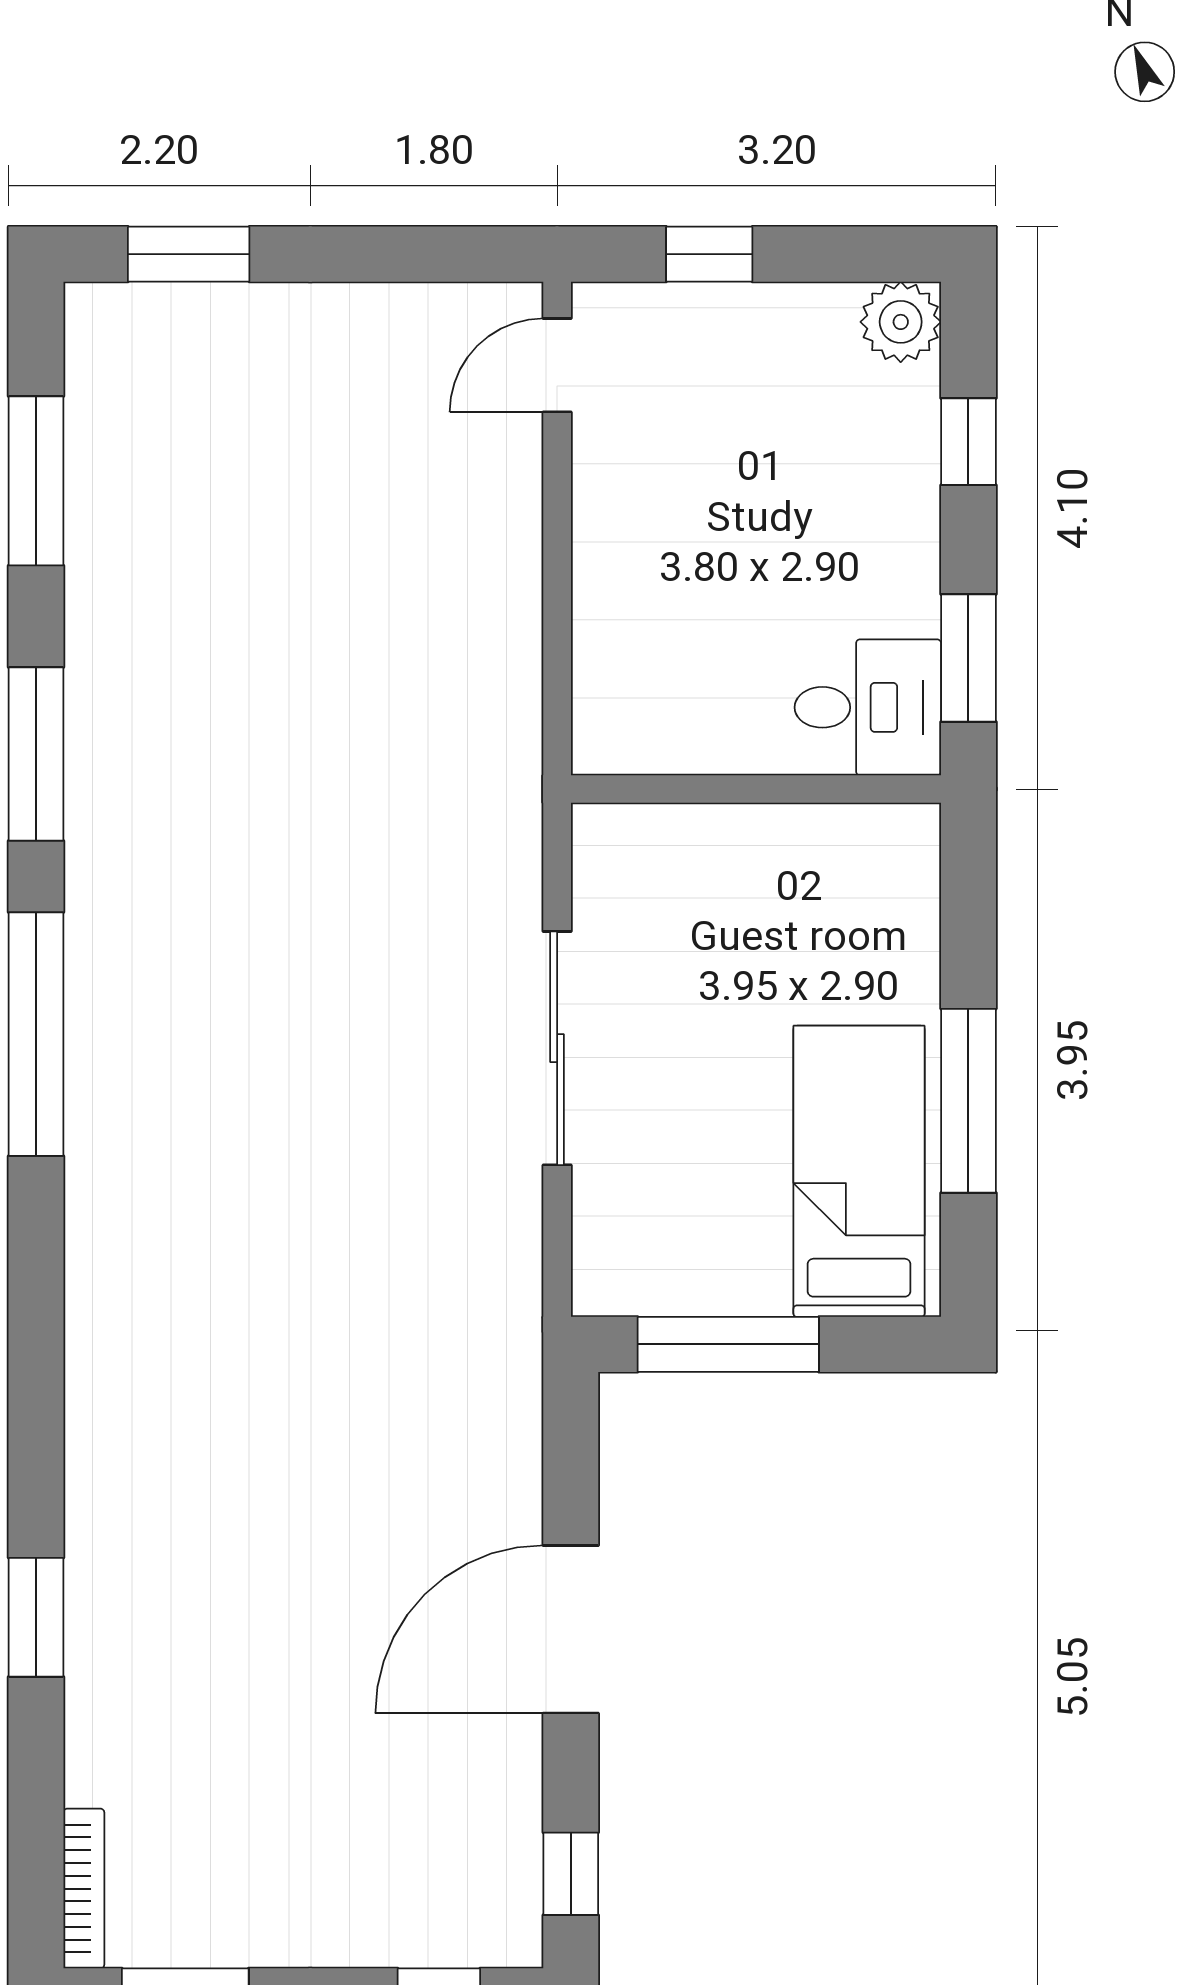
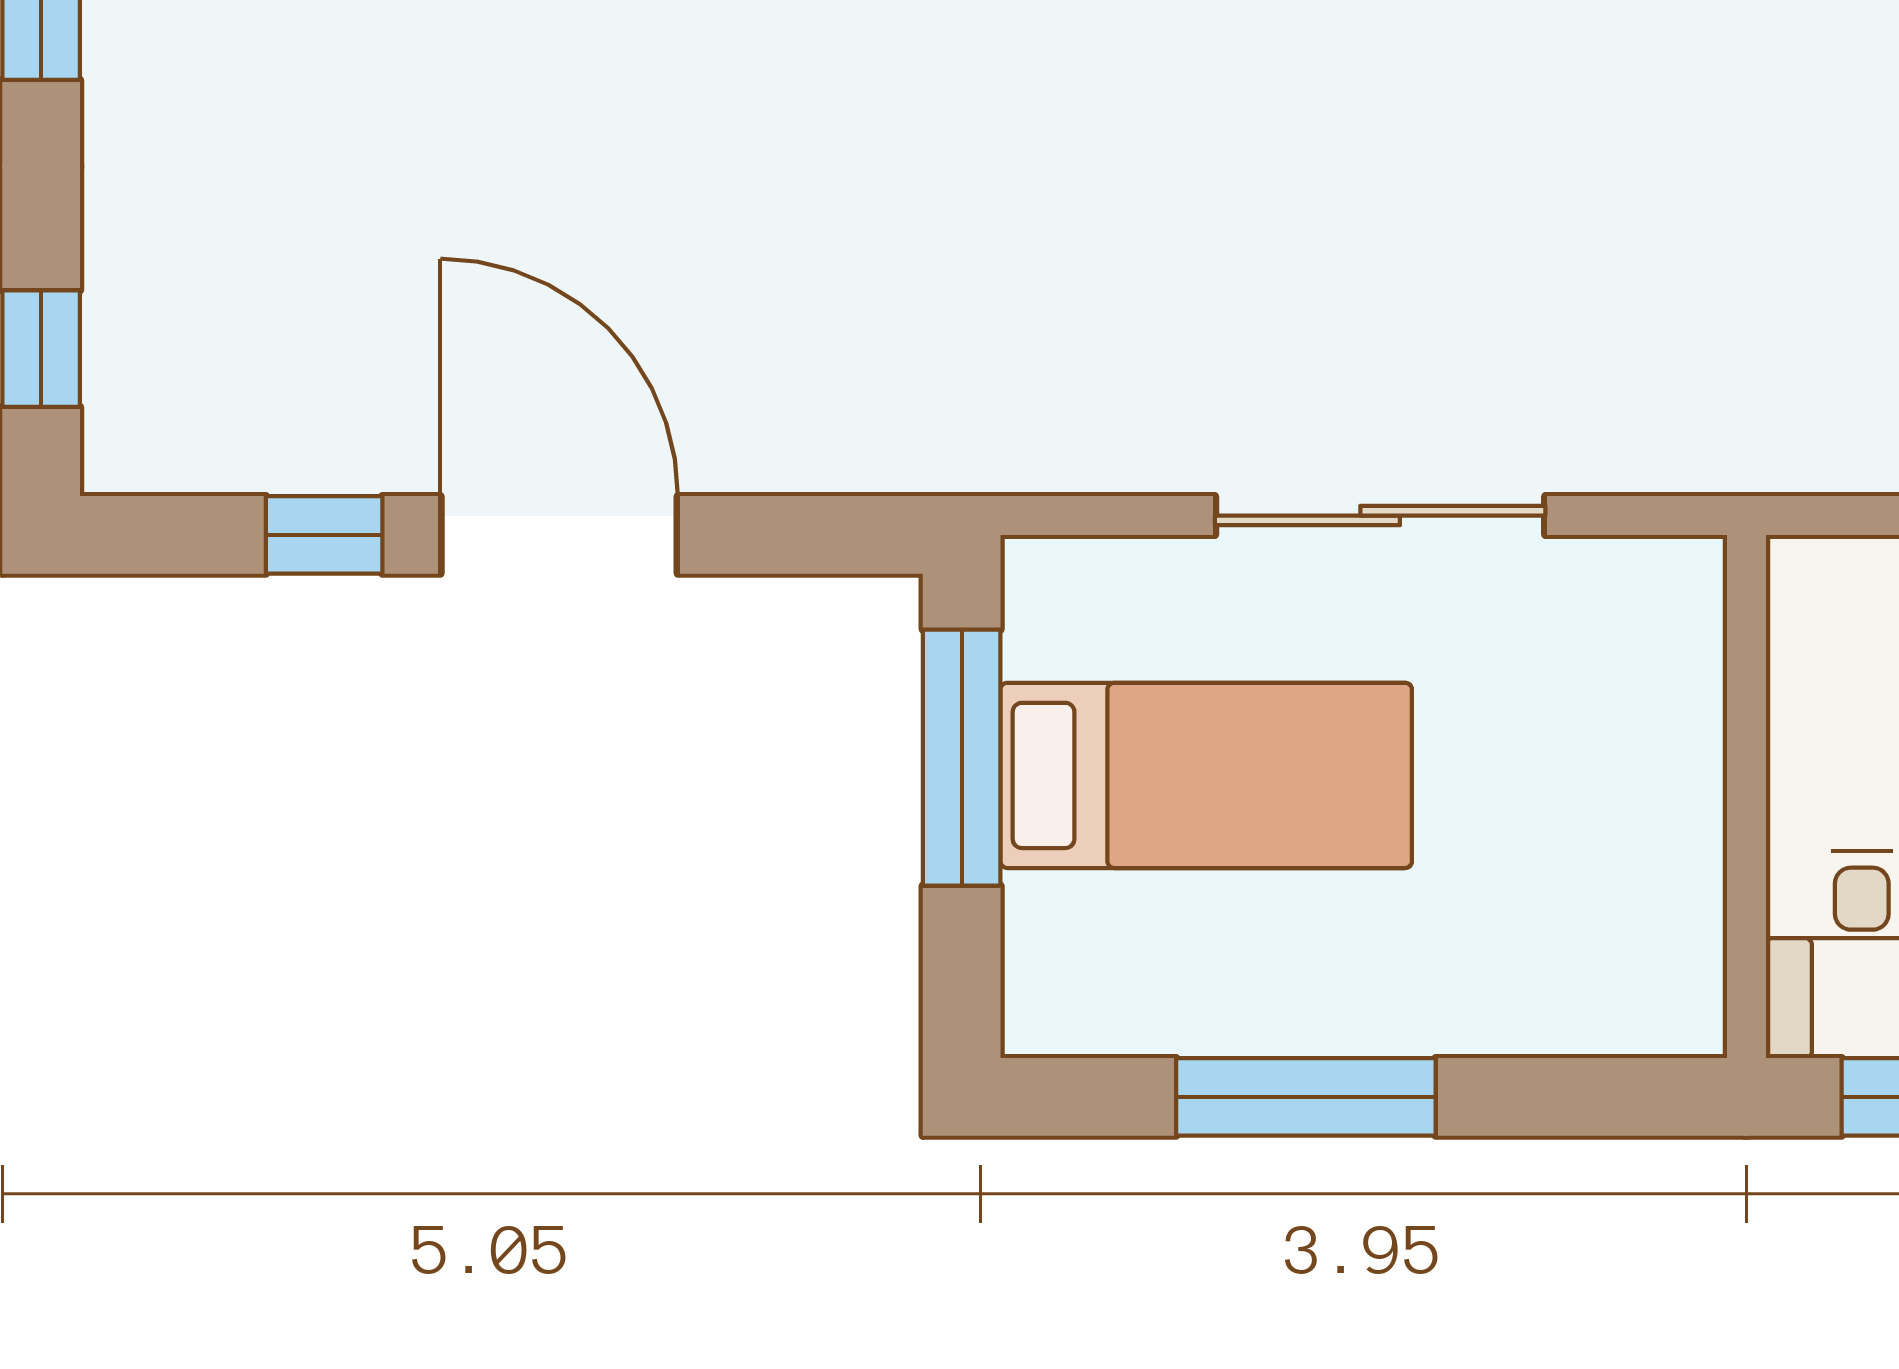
bed: (859, 1171) -> (1206, 775), moved
window: (571, 1874) -> (324, 535), moved

